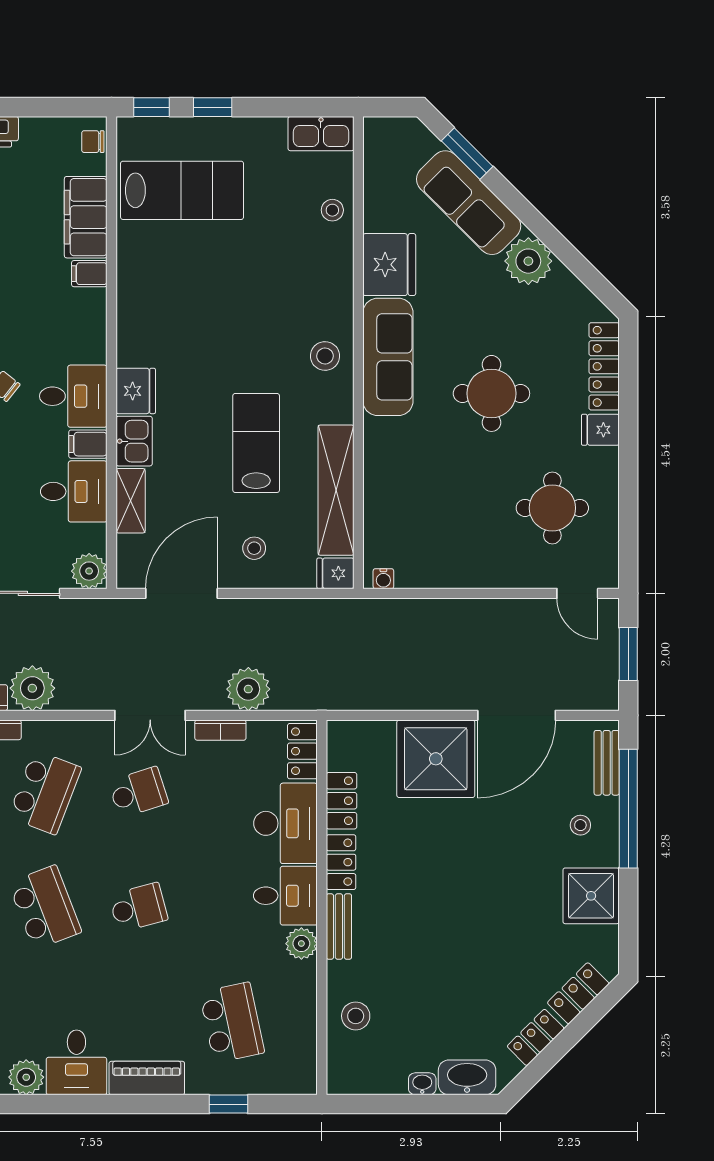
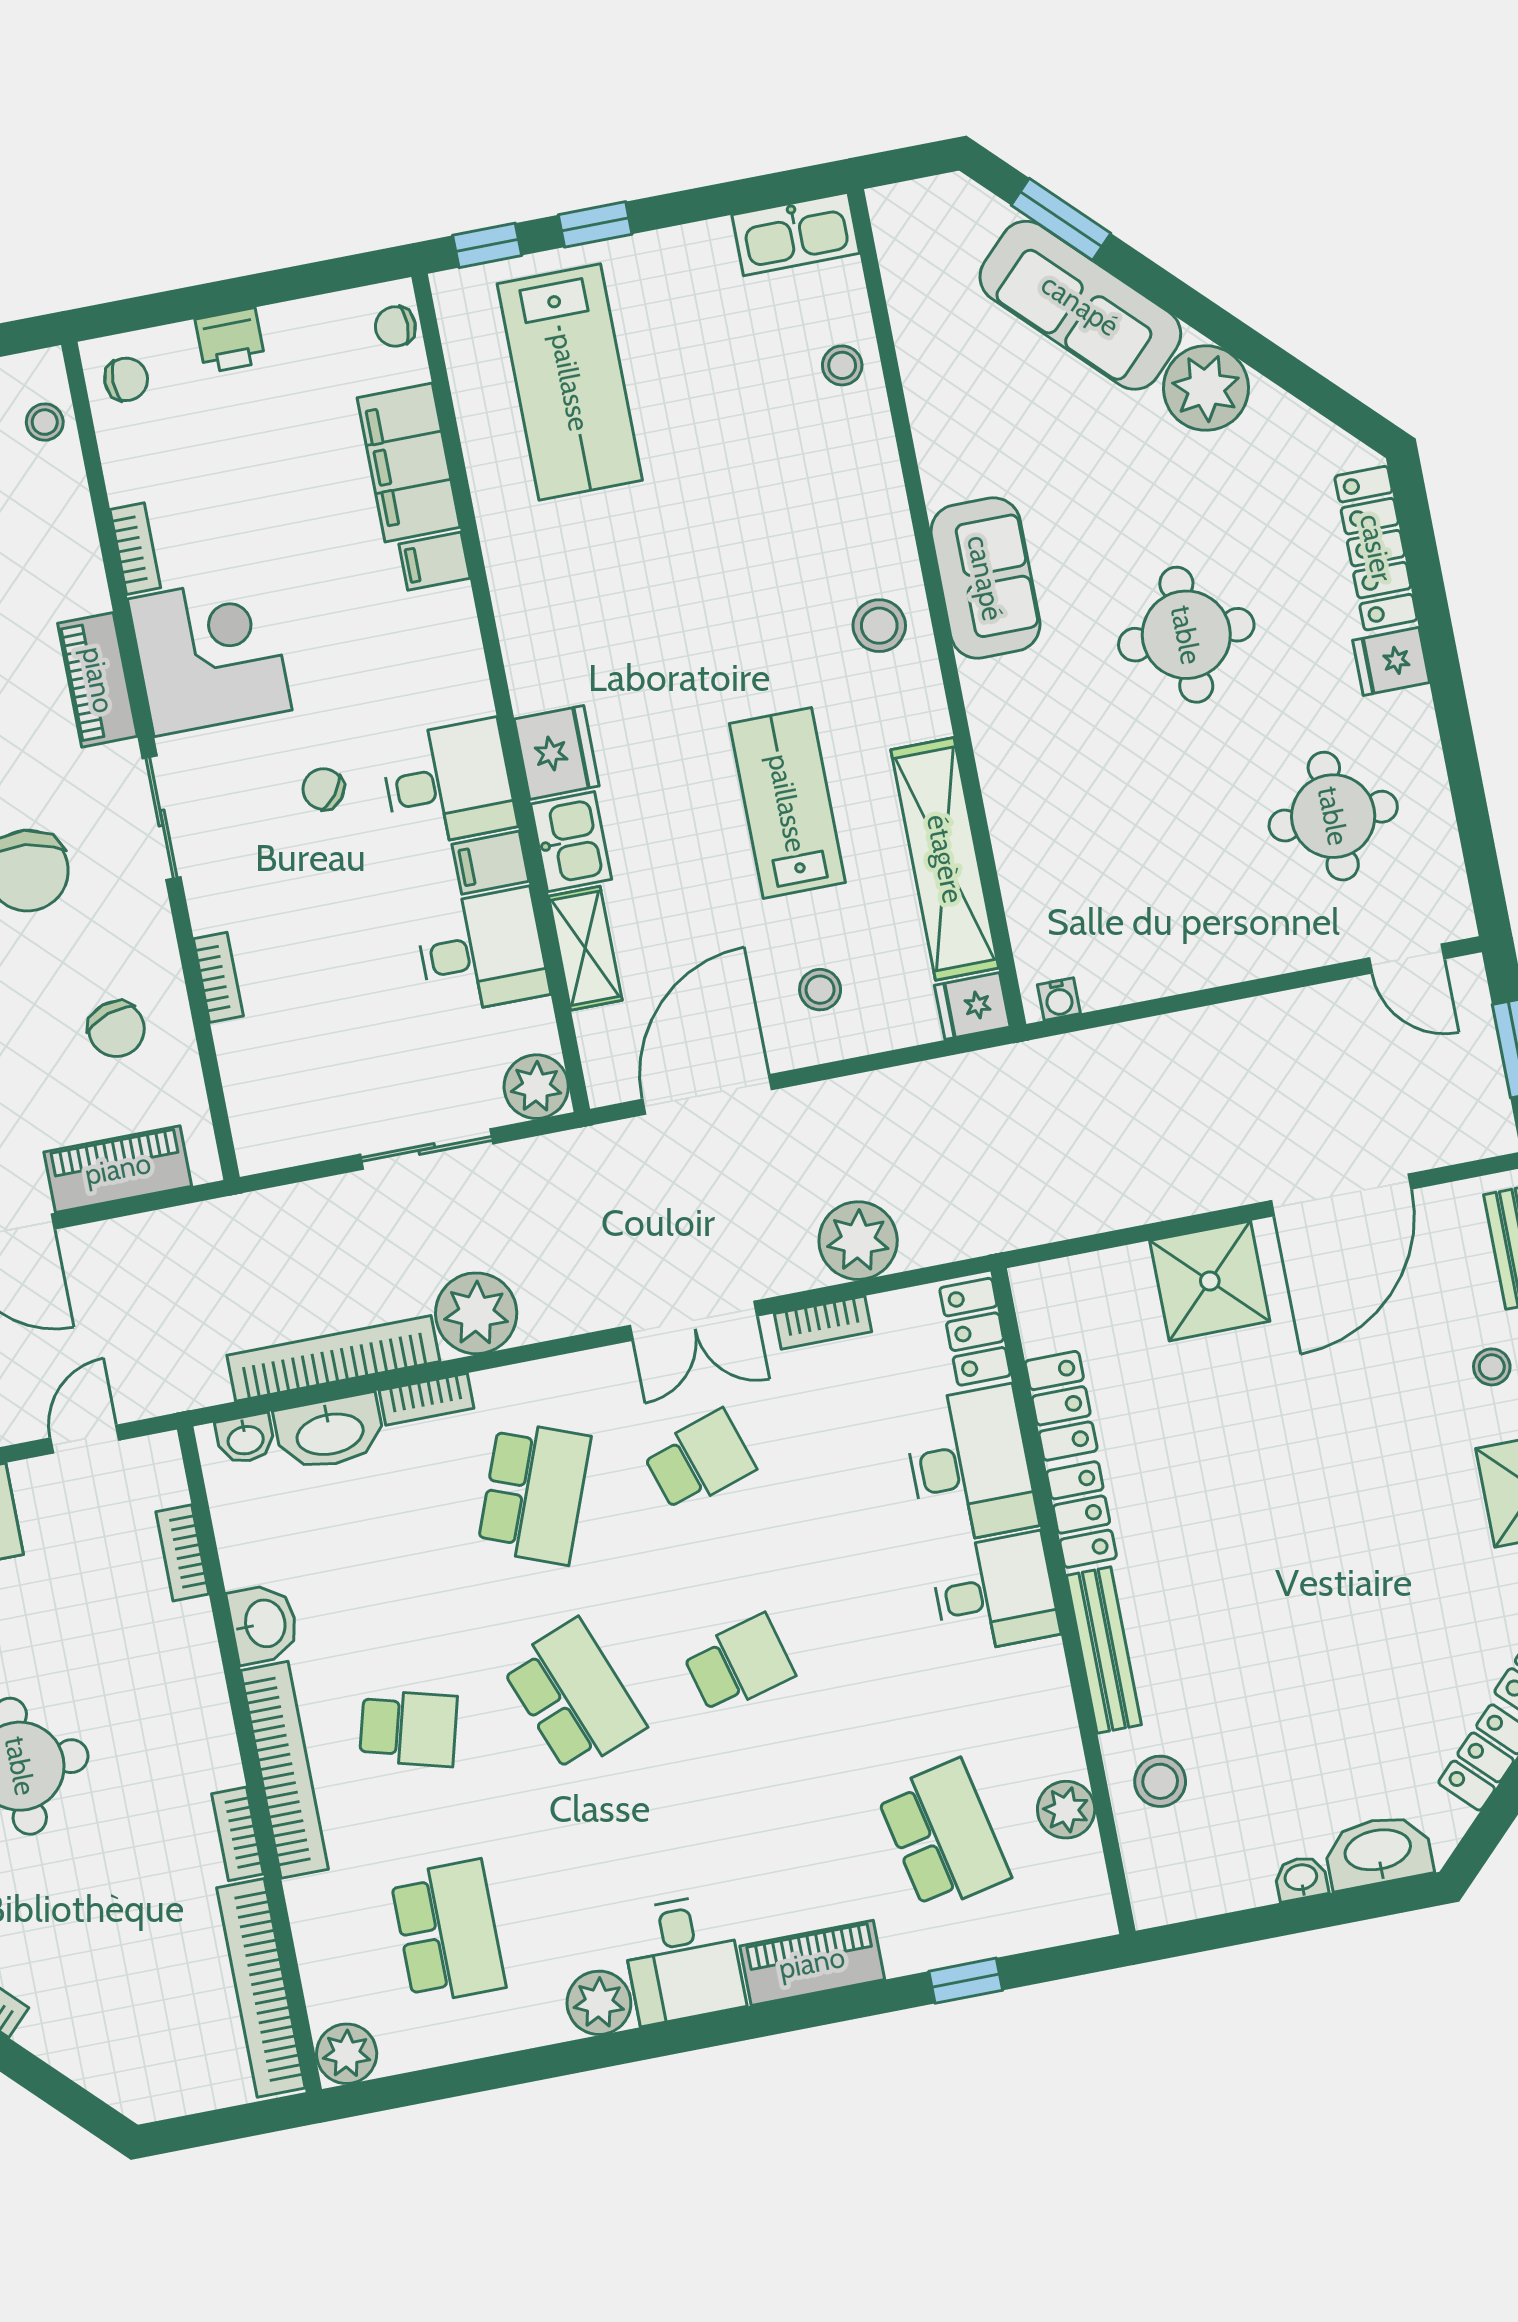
lab bench: (182, 190) -> (570, 382), turned 90
fridge: (389, 265) -> (961, 442), removed
sofa: (388, 357) -> (985, 578), width x0.73
shower: (436, 759) -> (1210, 1281), width x0.73, depth x0.73
bench: (339, 926) -> (1104, 1650), width x1.36
plant: (301, 944) -> (1066, 1810), moved

